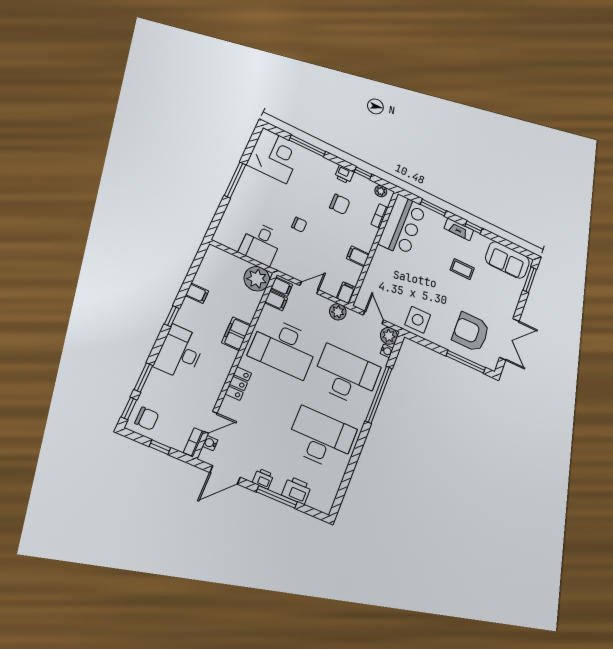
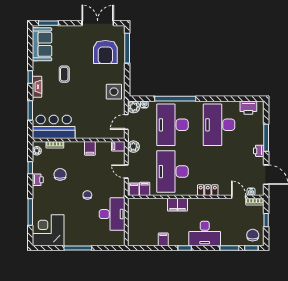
desk: (261, 244) -> (112, 214), width x1.37
plant: (257, 279) -> (136, 207), removed
desk: (284, 347) -> (172, 172), turned 180
printer: (297, 490) -> (248, 108), moved, turned -90

